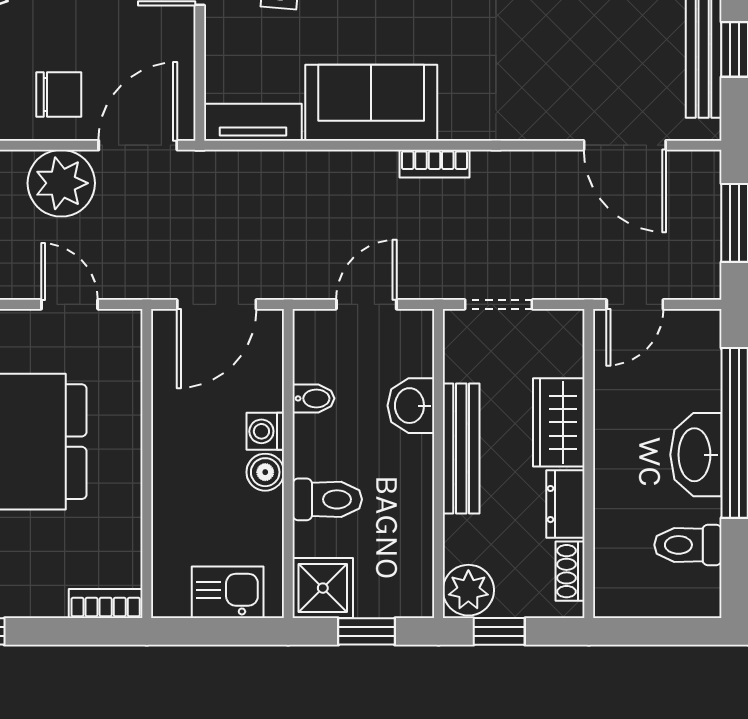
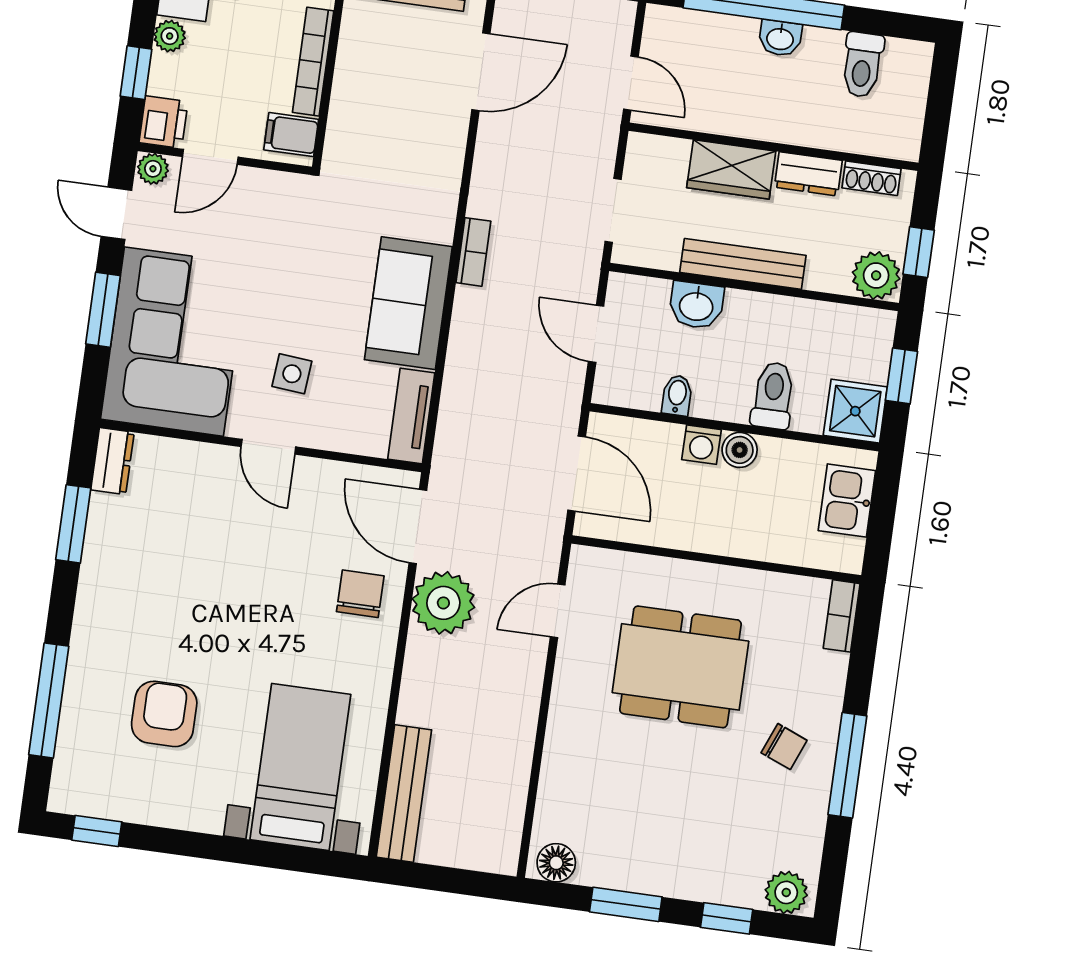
washbasin: (696, 455) -> (780, 38), width x0.52, depth x0.69

